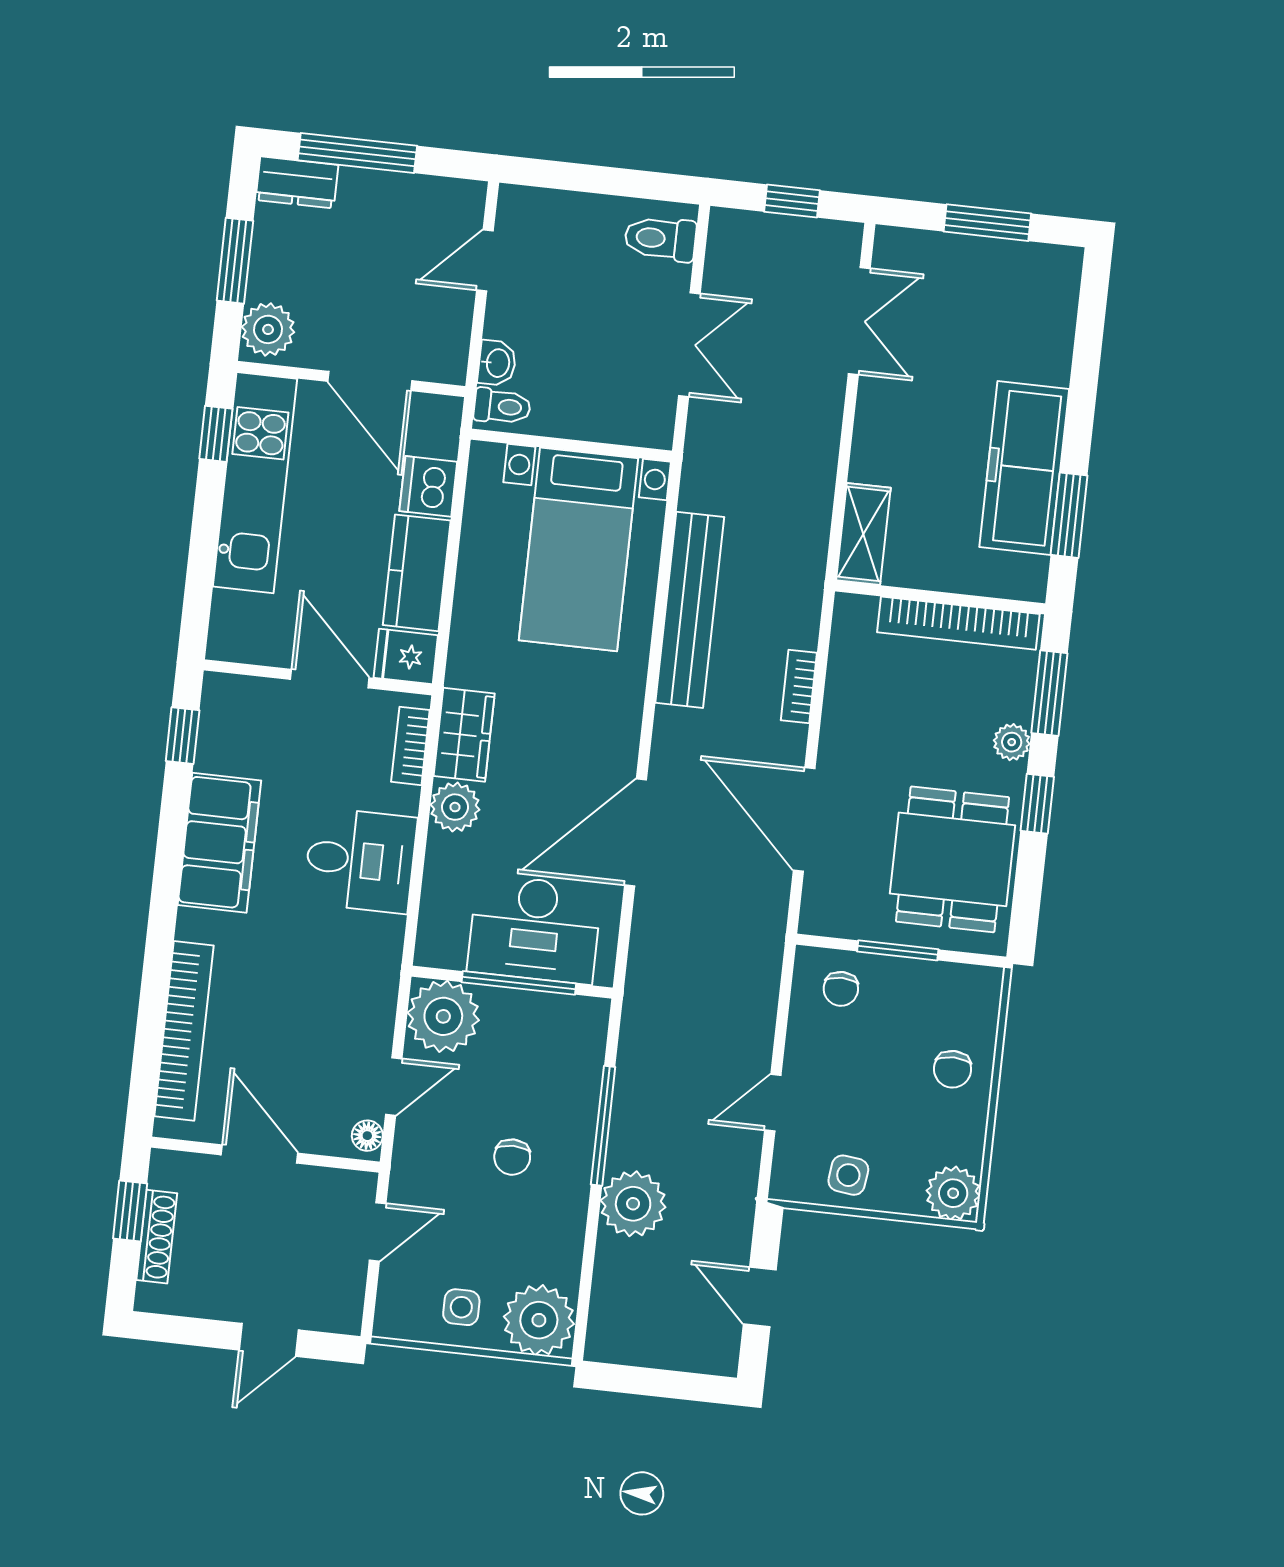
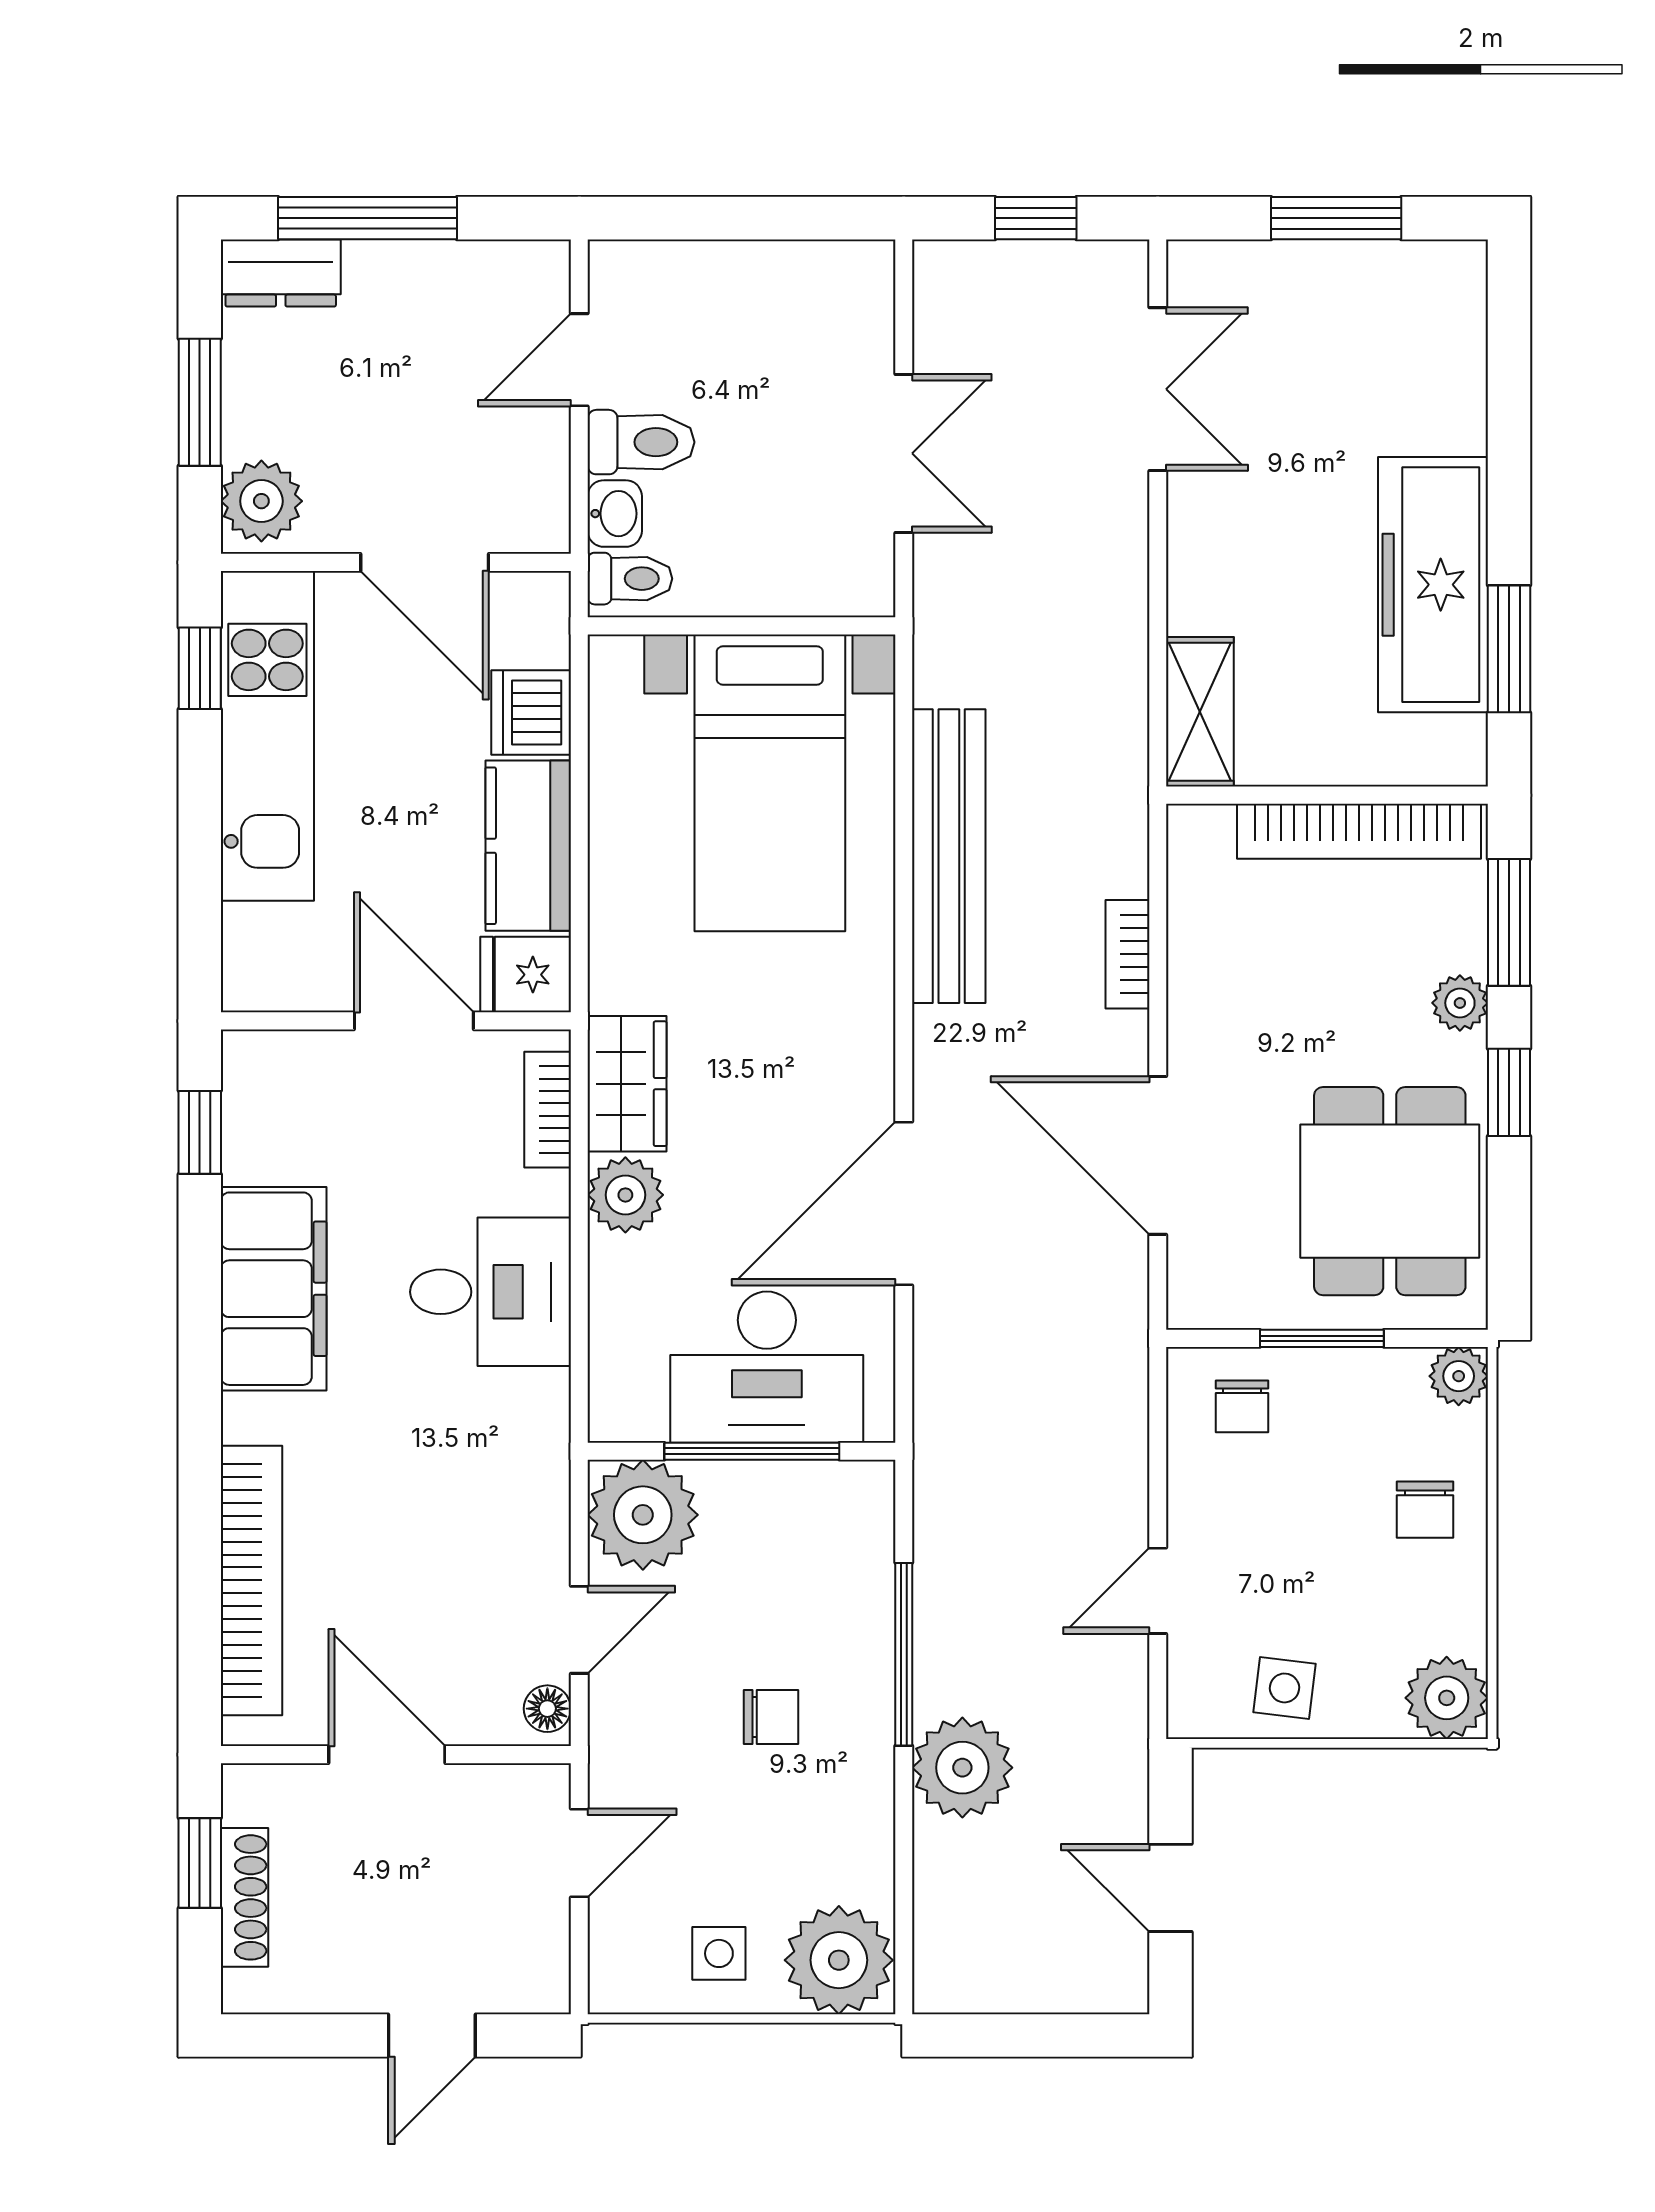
toilet: (660, 239) -> (641, 442), moved, turned 180
plant: (984, 985) -> (1459, 1376), added
chair: (512, 1157) -> (771, 1717), turned -90

